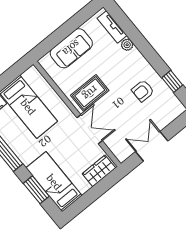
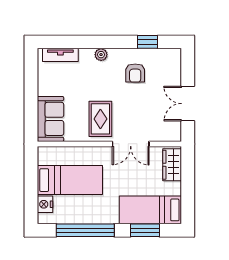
plant: (127, 45) -> (101, 55), moved
sofa: (71, 48) -> (50, 119), moved
double door: (90, 129) -> (131, 144), swing flipped

